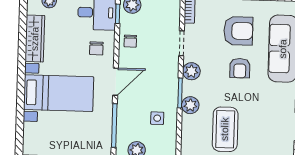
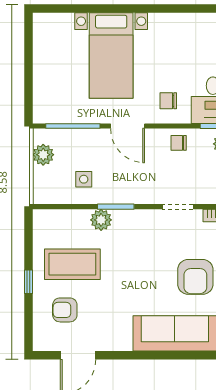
wardrobe: (35, 39) -> (178, 24), removed
armchair: (240, 68) -> (65, 310), moved
plant: (191, 71) -> (143, 220), removed

